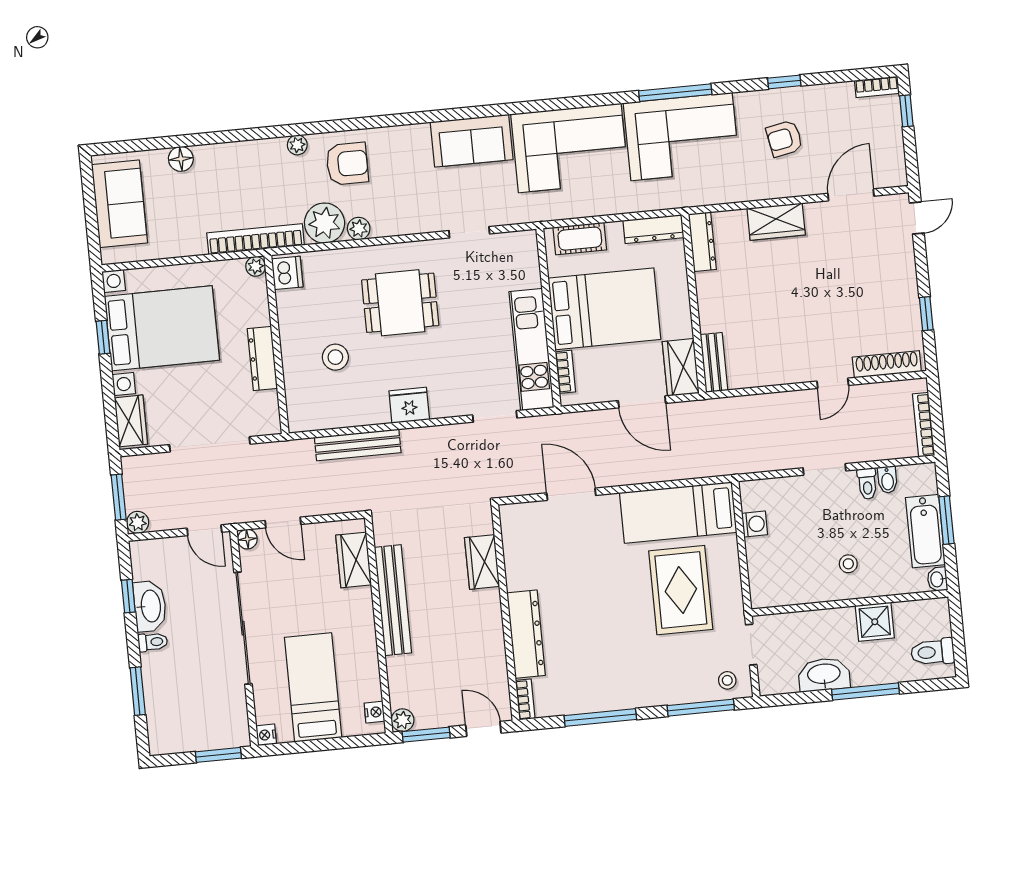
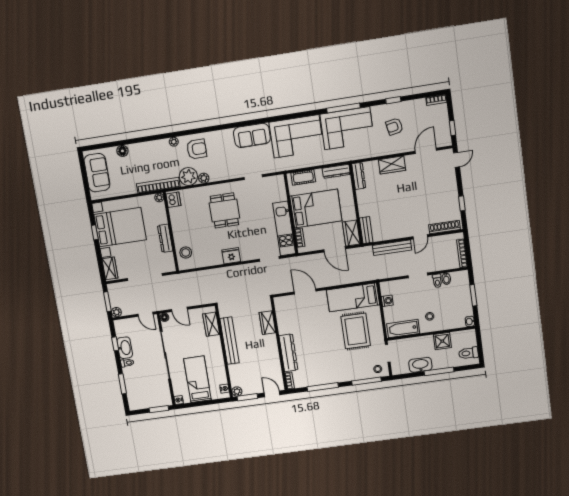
window: (906, 111) -> (452, 128), moved
dining table: (400, 303) -> (224, 210), turned 90
stool: (335, 357) -> (186, 253), moved
bench: (358, 445) -> (392, 248), moved
bathtub: (925, 531) -> (403, 329), moved, turned 90

